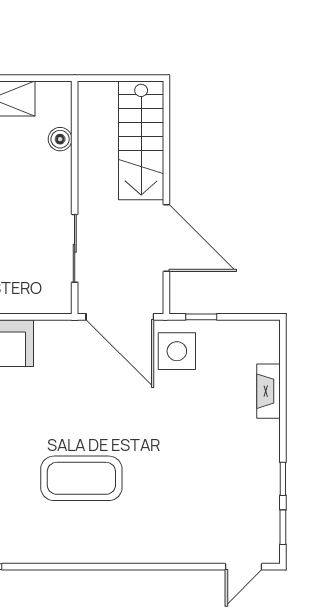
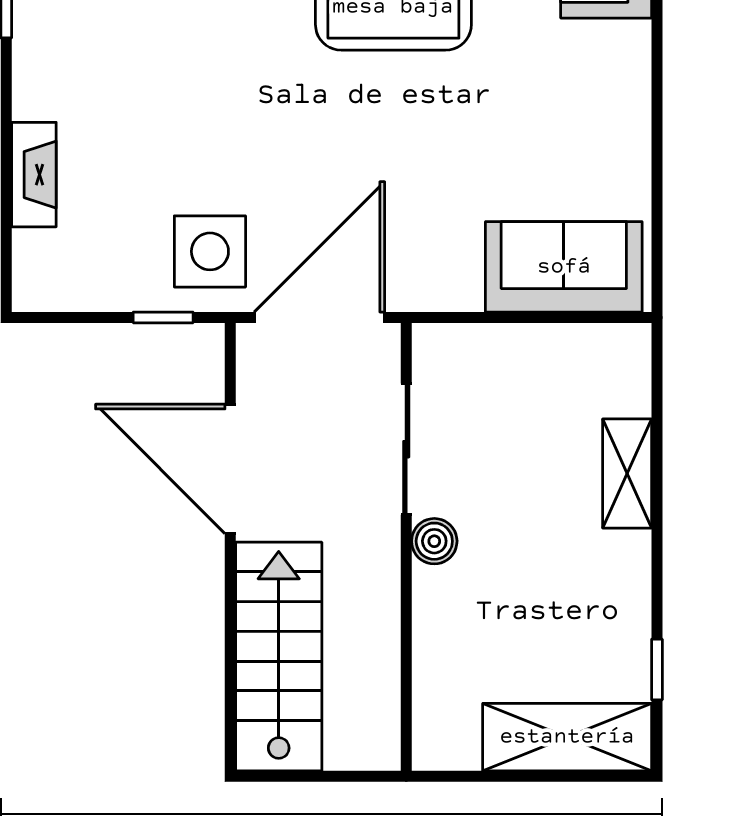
boiler: (60, 139) -> (434, 541), moved
door: (120, 317) -> (319, 317), hinge flipped

